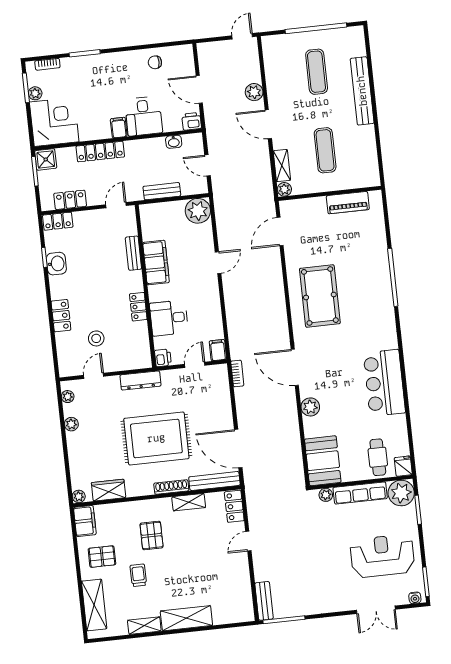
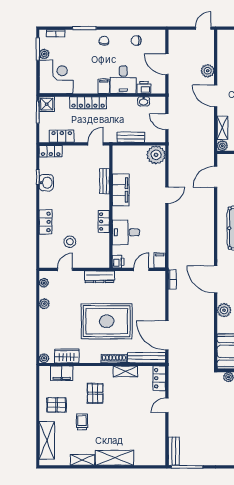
chair: (112, 67) -> (104, 41), added
printer: (192, 121) -> (144, 88), moved
filing cabinet: (85, 521) -> (62, 373), moved, turned 90

